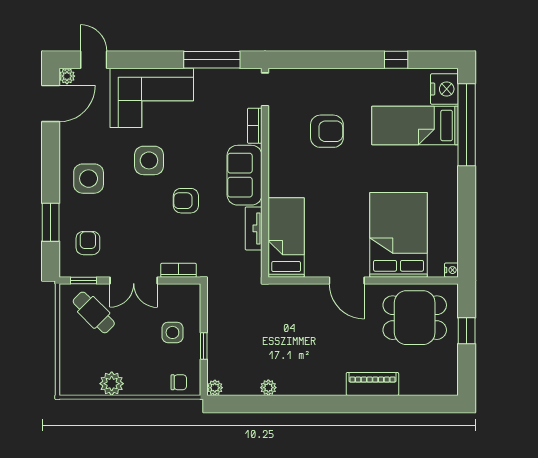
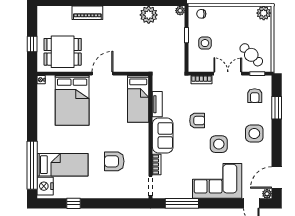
door: (347, 280) -> (103, 74), hinge flipped
plant: (112, 384) -> (264, 13), moved
plant: (268, 388) -> (149, 15), width x1.87, depth x1.87

